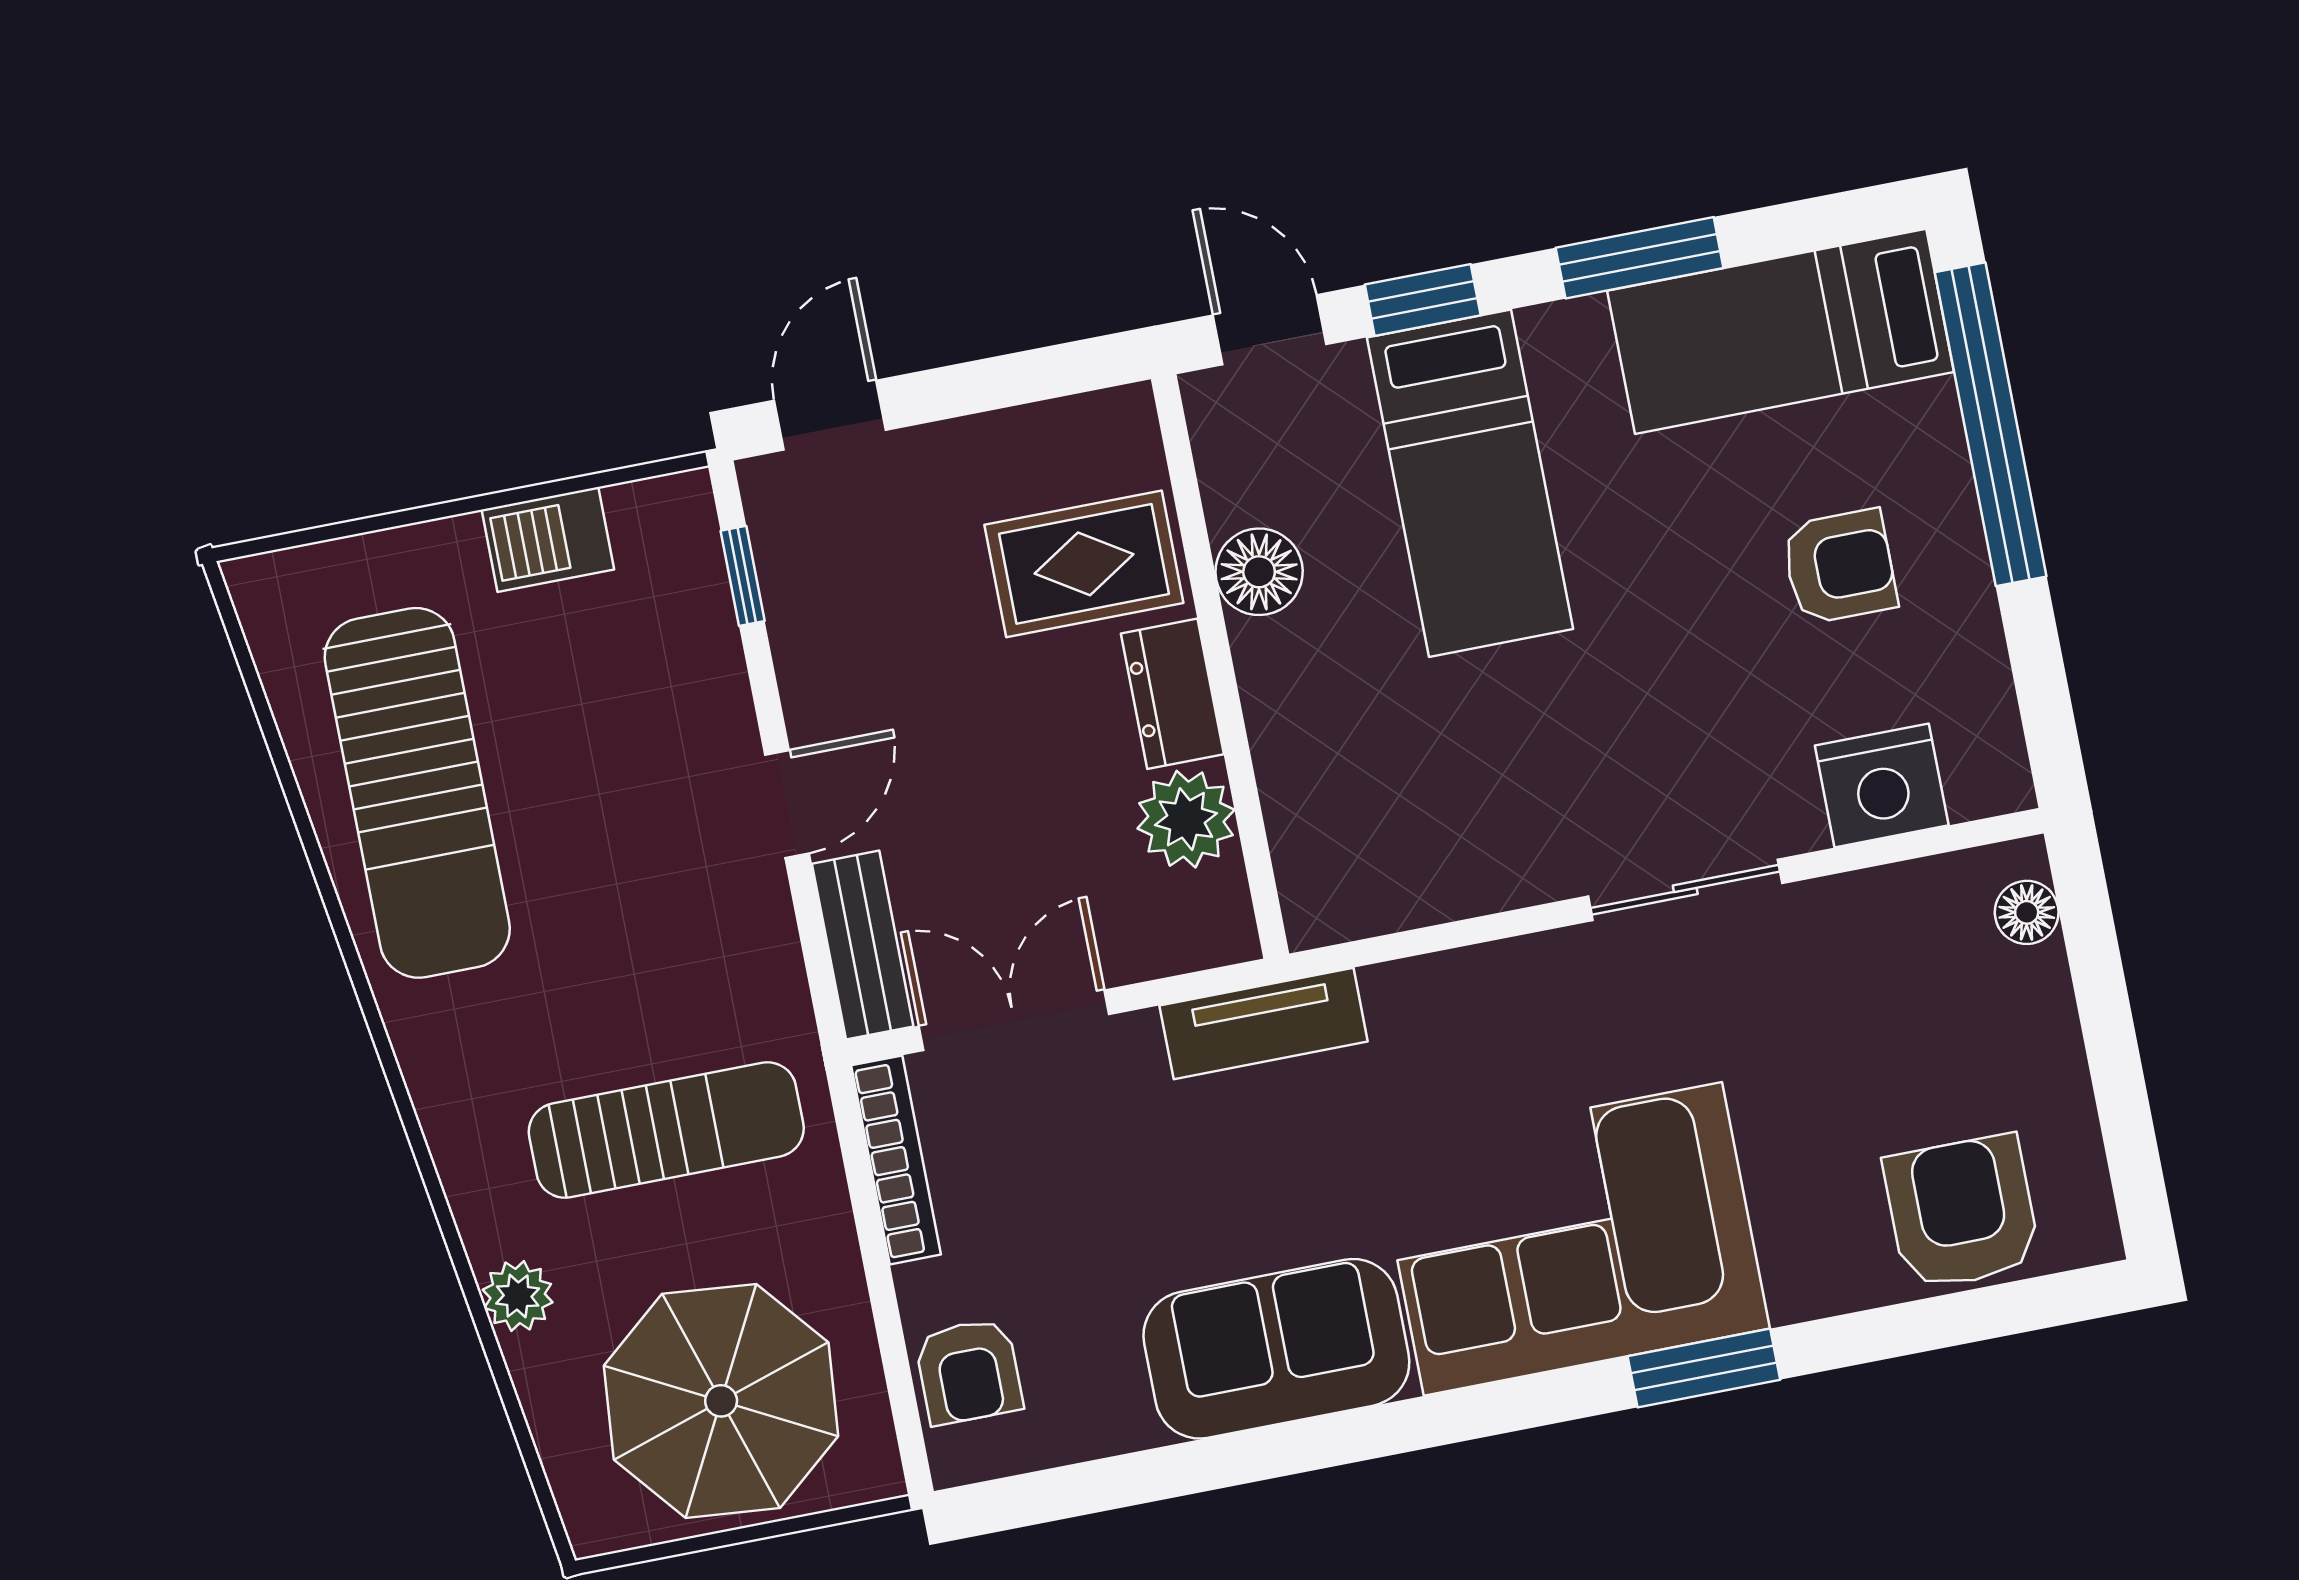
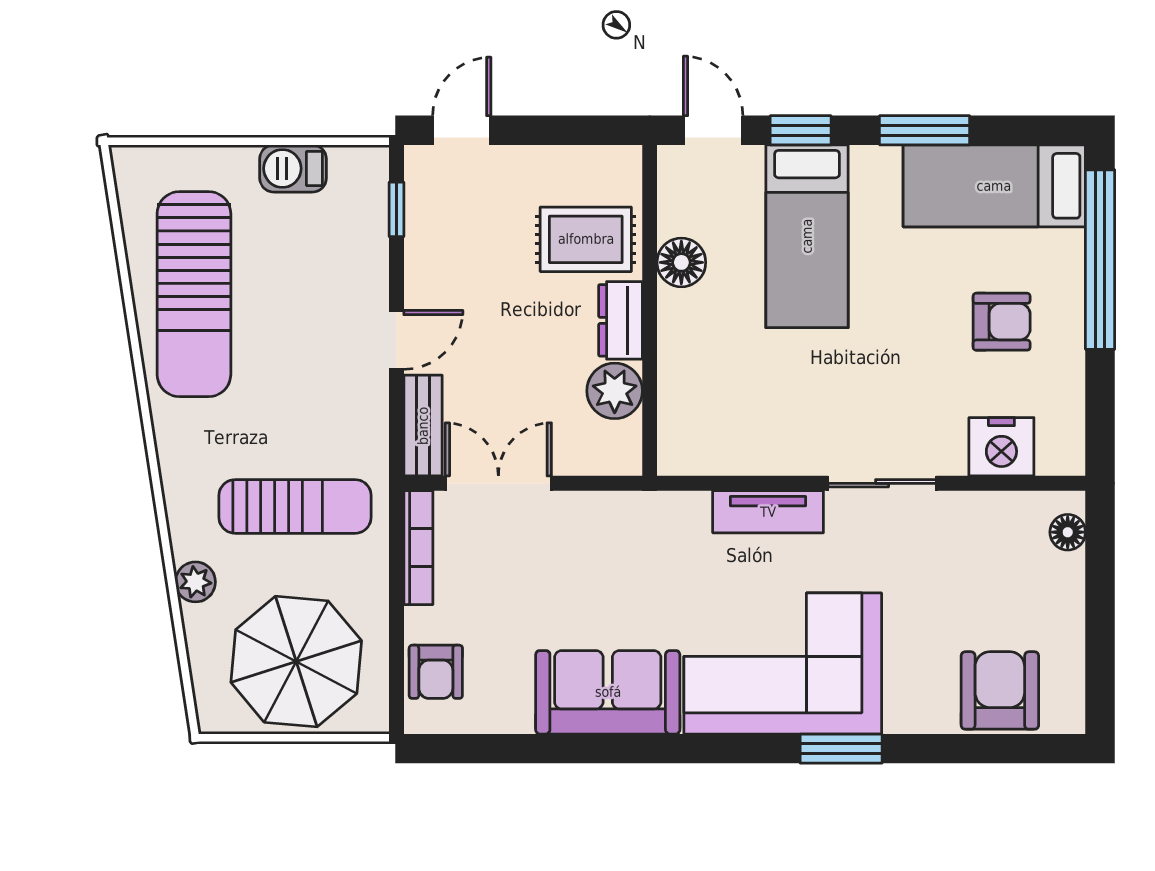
tv unit: (1264, 1023) -> (768, 512), moved

